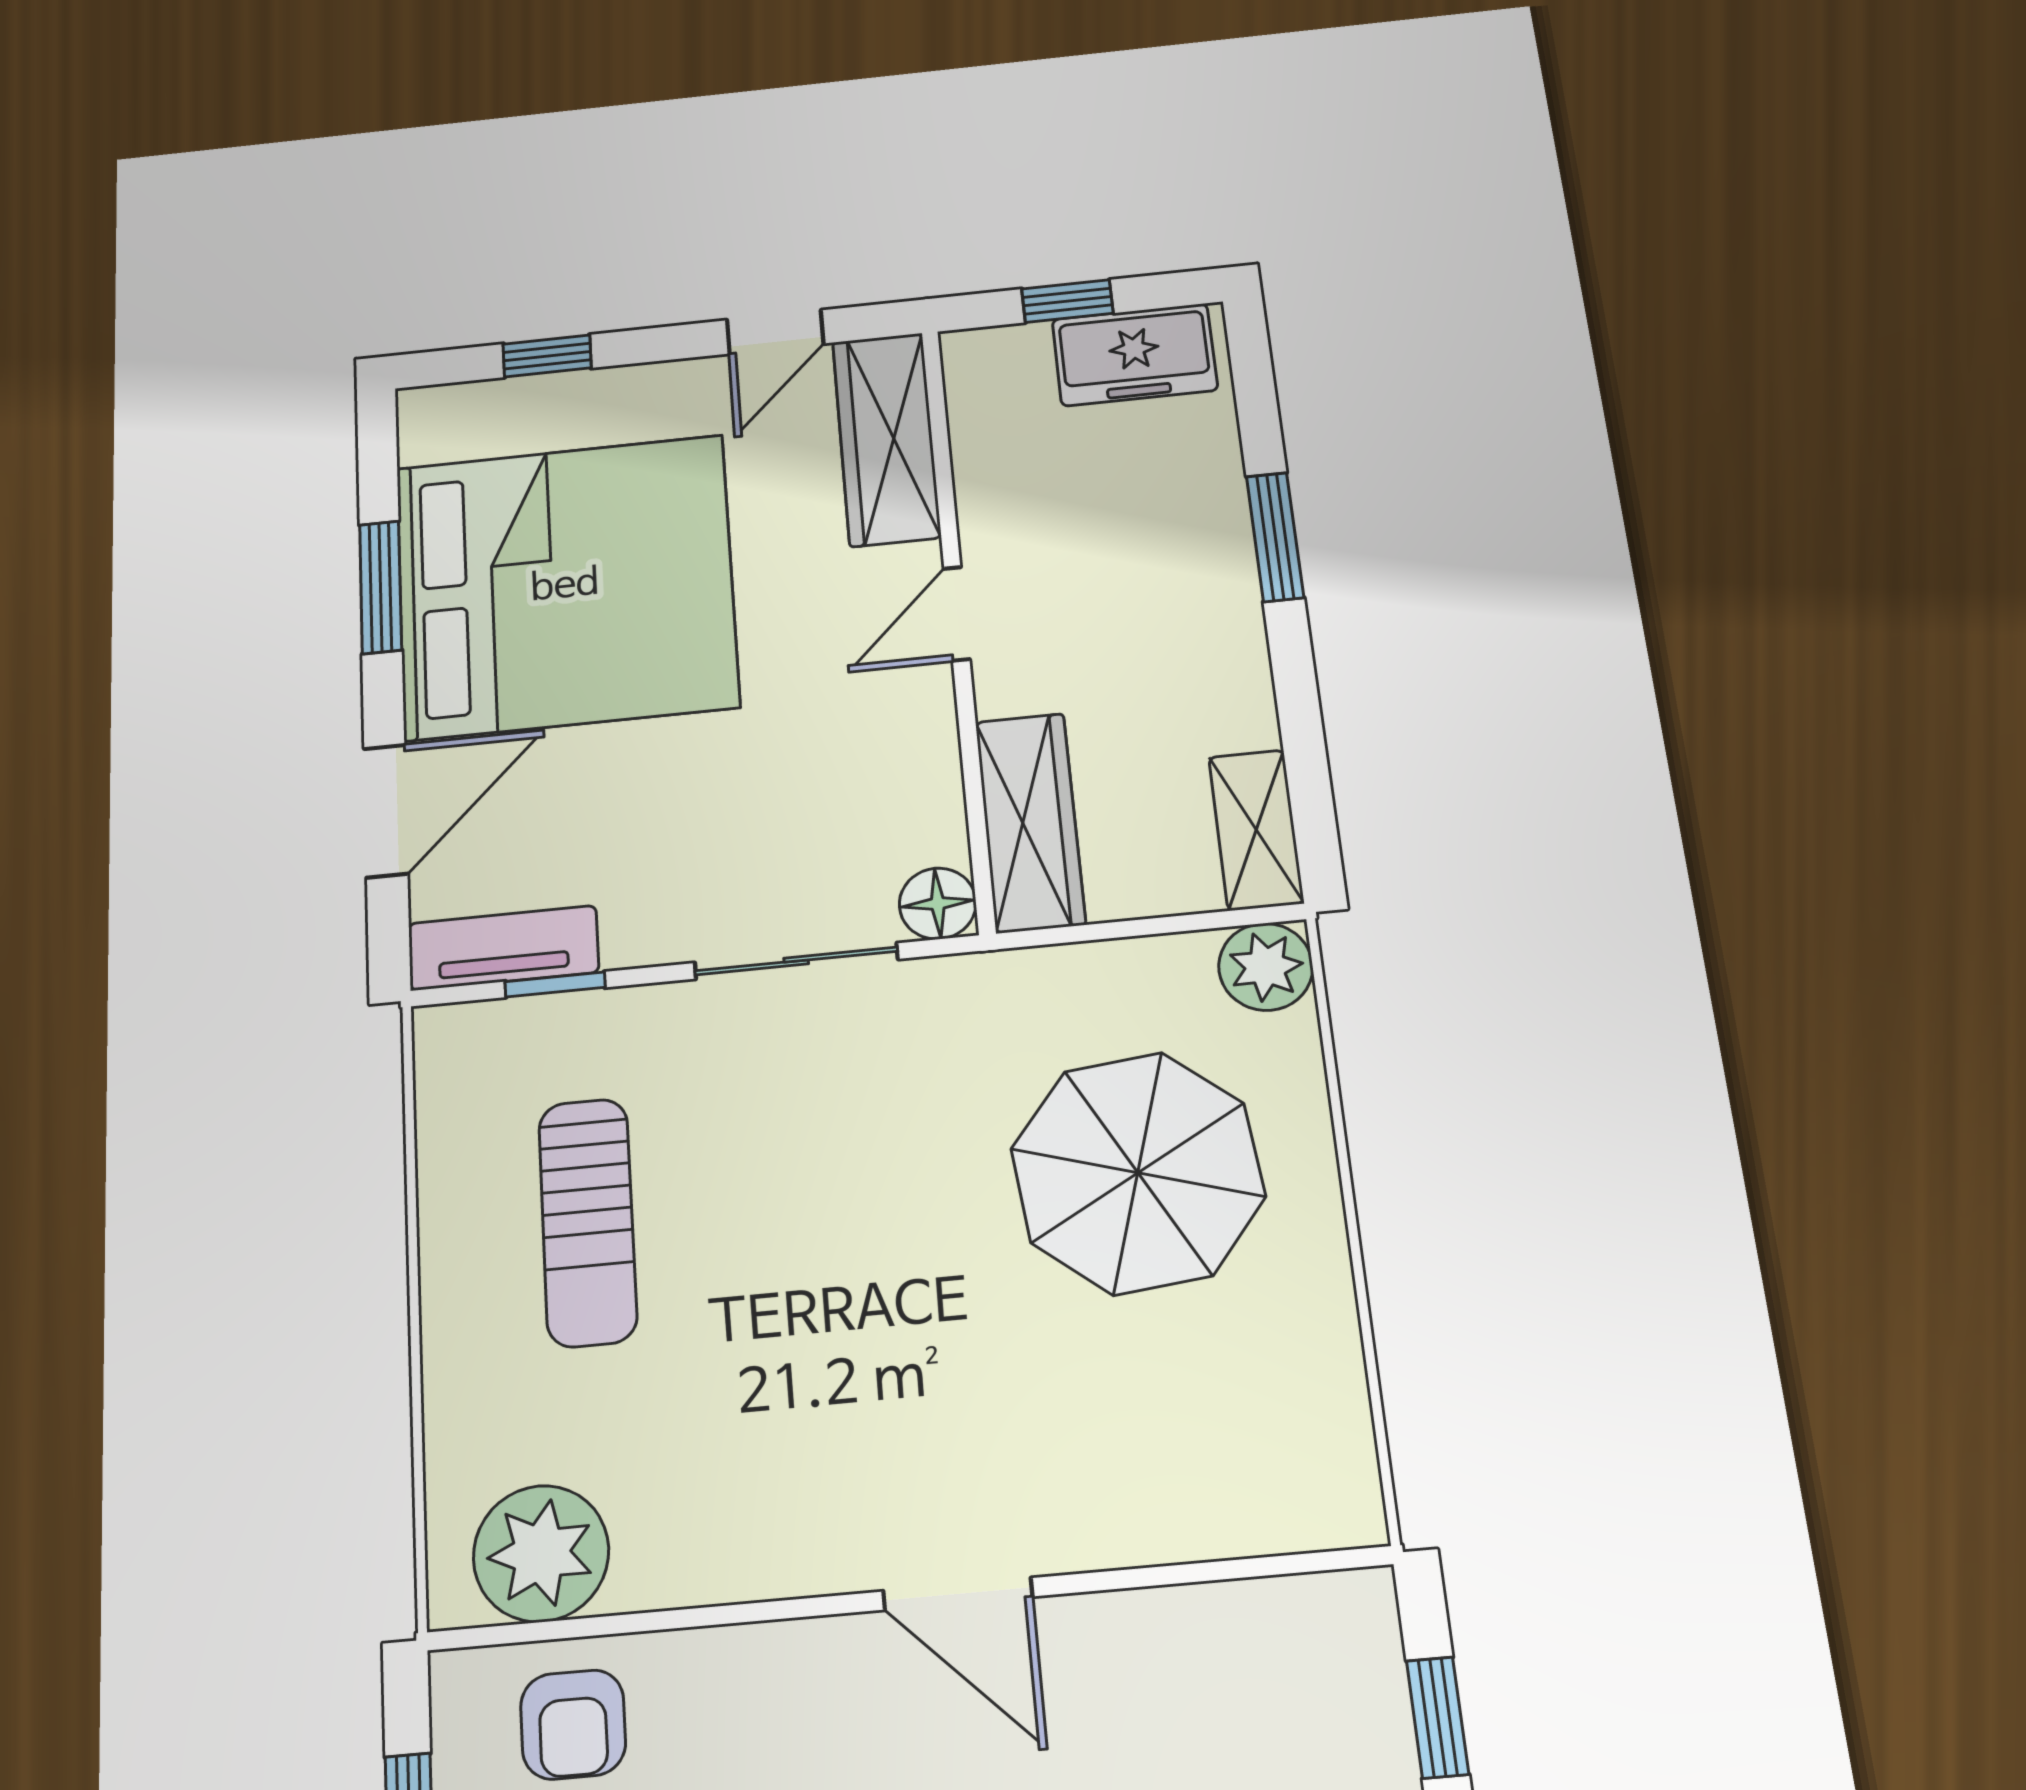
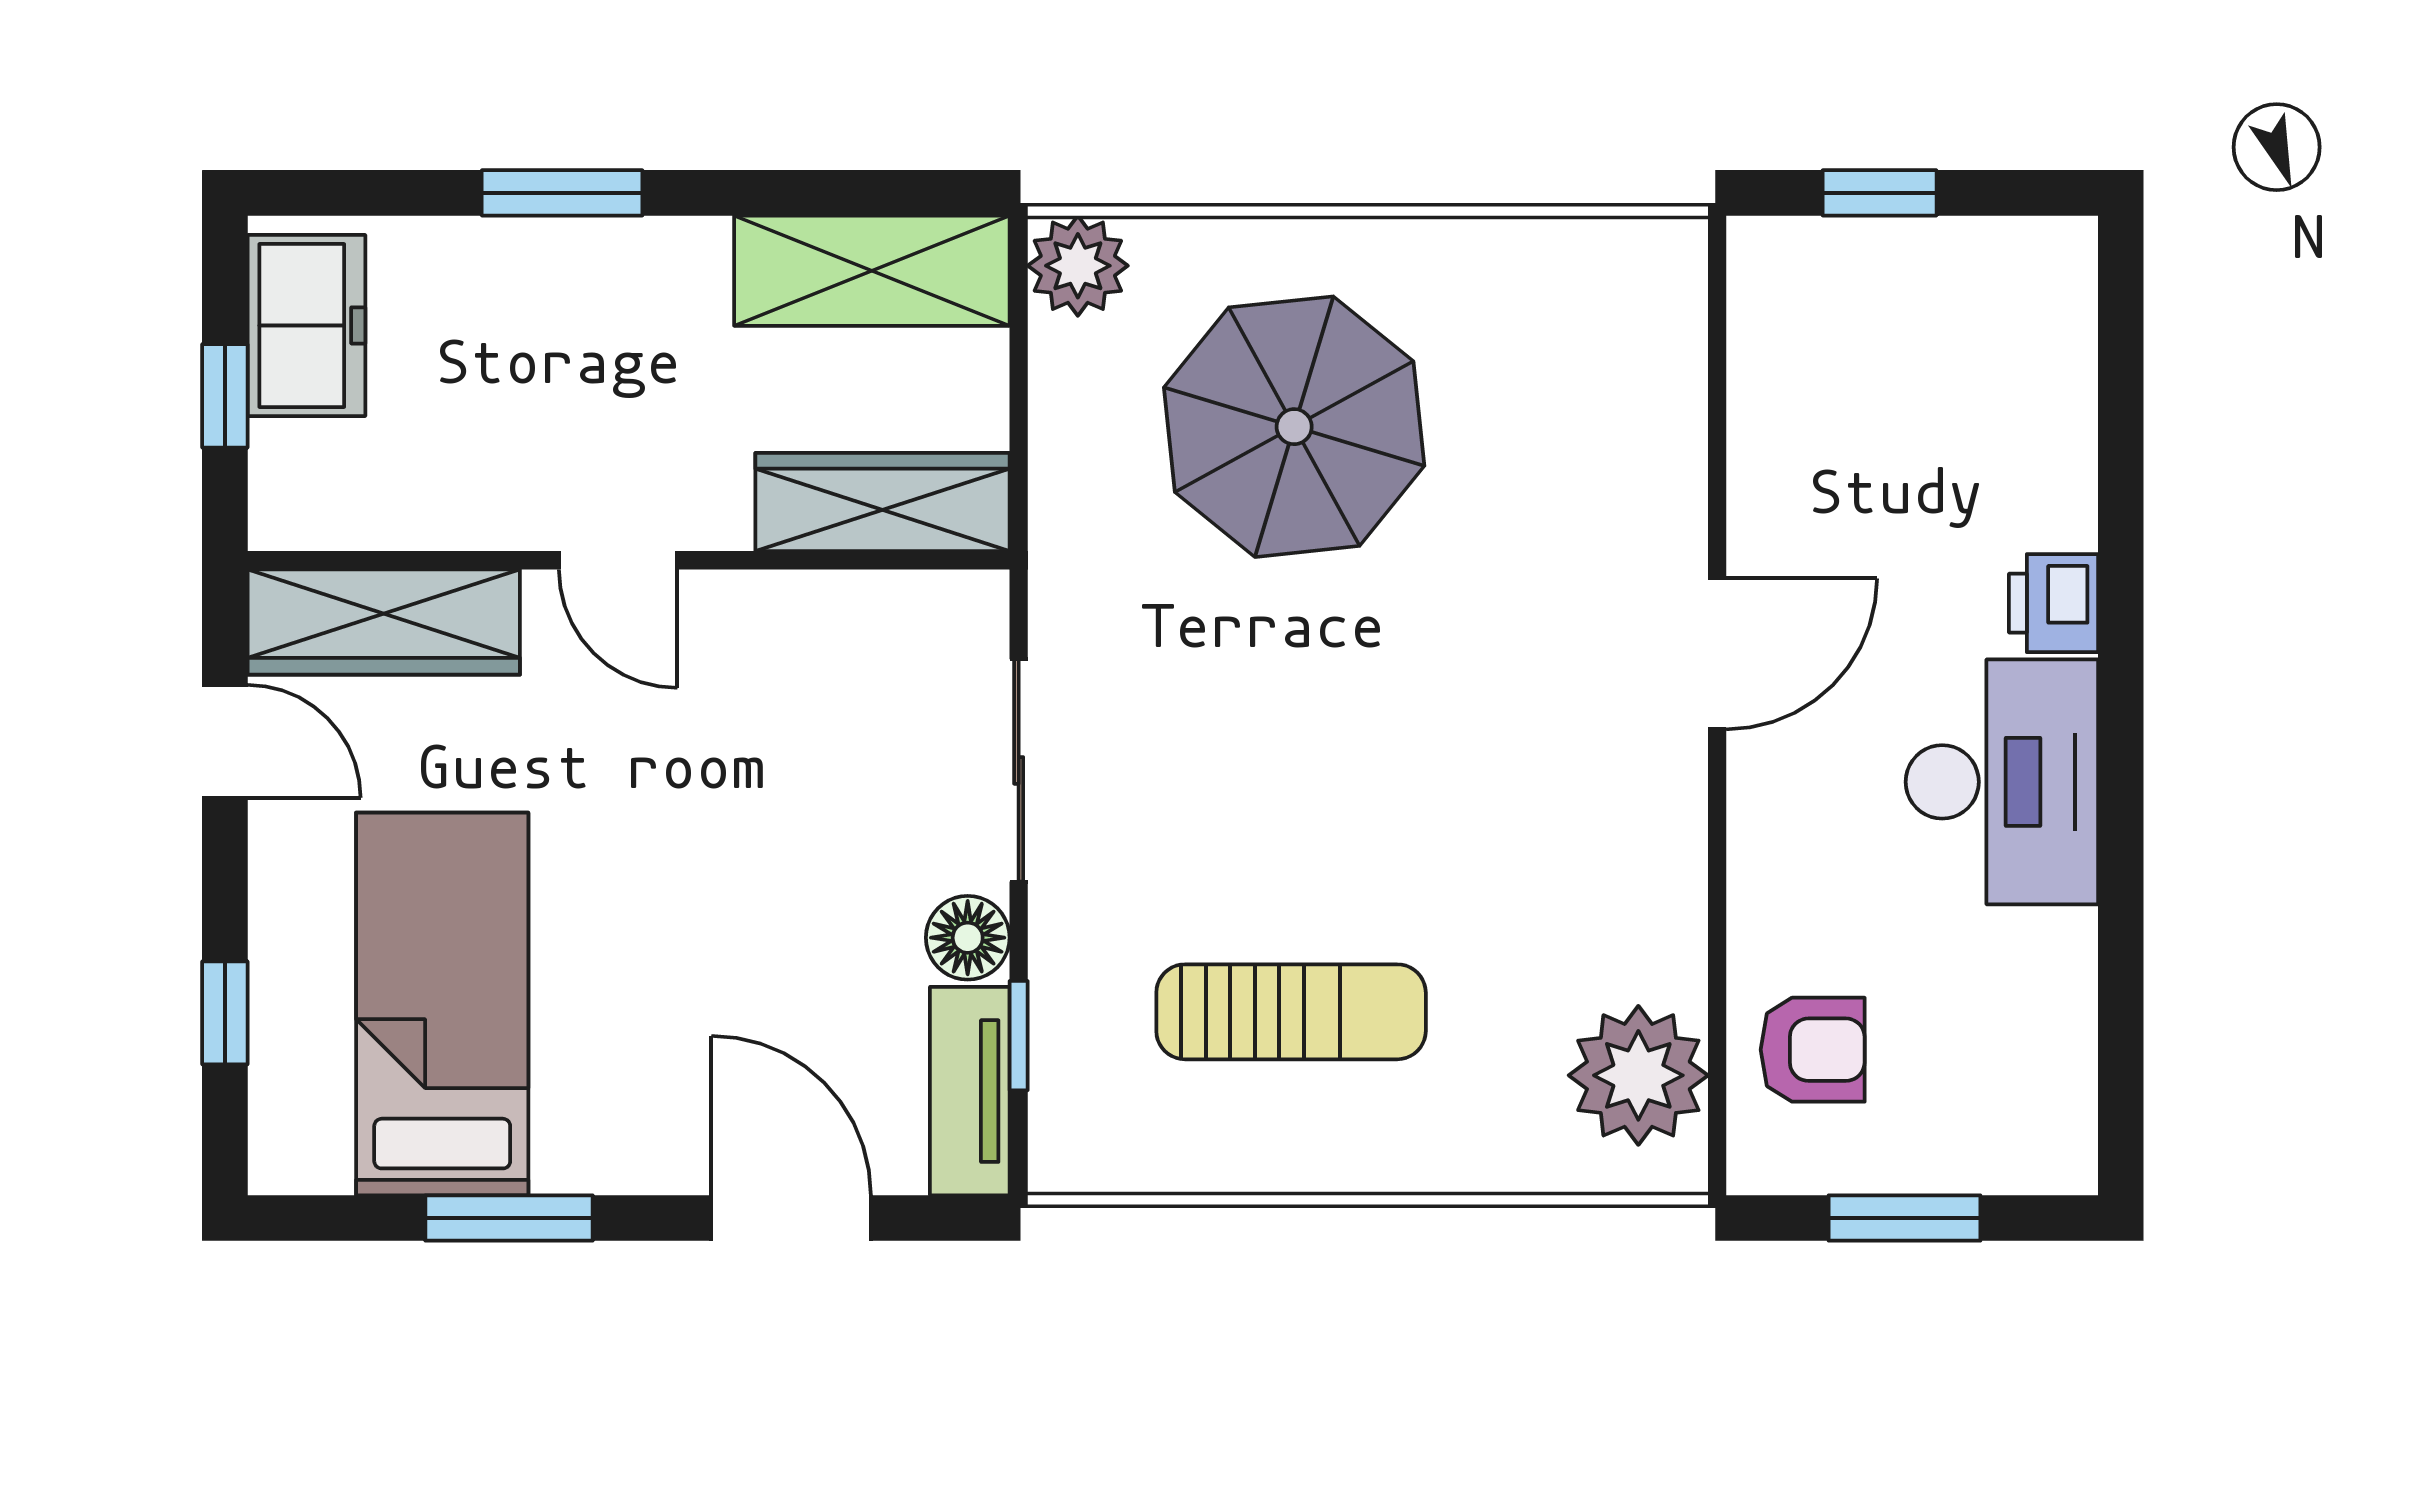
bed: (565, 586) -> (442, 1004), width x0.49
shelving: (1256, 830) -> (872, 271), width x1.50, depth x1.33
floor lamp: (938, 903) -> (968, 938), moved

